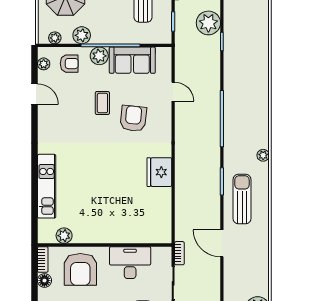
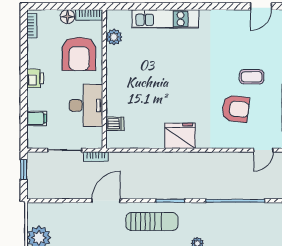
dishwasher: (148, 235) -> (115, 124), added
armchair: (80, 269) -> (79, 54), turned -90

